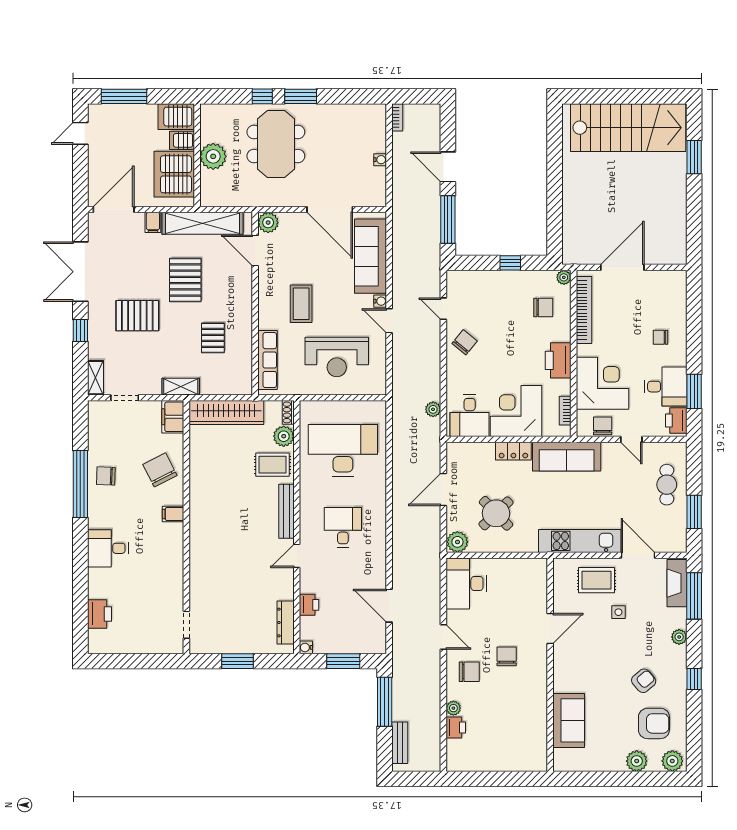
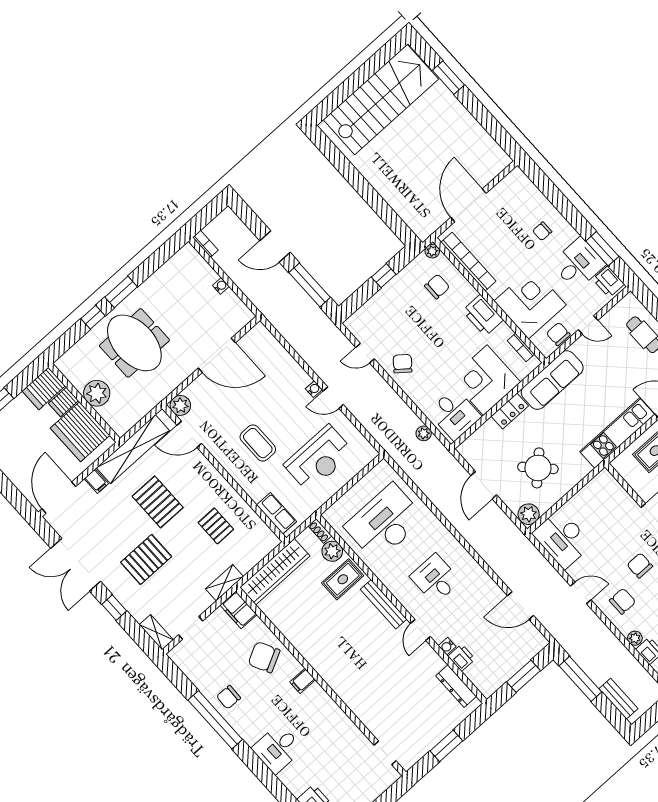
sofa: (371, 256) -> (277, 363), removed
row of seats: (267, 360) -> (277, 513), width x0.68
water cooler: (306, 647) -> (447, 646), moved

